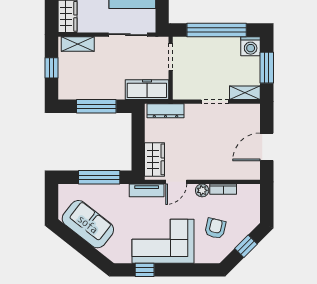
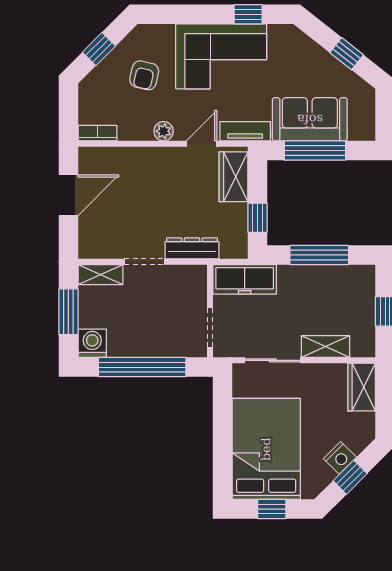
shelving: (78, 44) -> (326, 347), moved
dresser: (166, 111) -> (192, 248), moved
window: (138, 132) -> (258, 218), added
bookcase: (223, 189) -> (97, 133), moved
sofa: (88, 224) -> (310, 119), moved, turned 142
window: (78, 243) -> (347, 54), added

